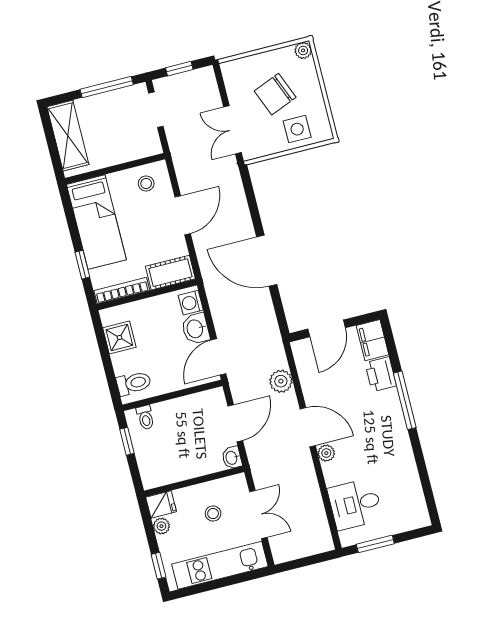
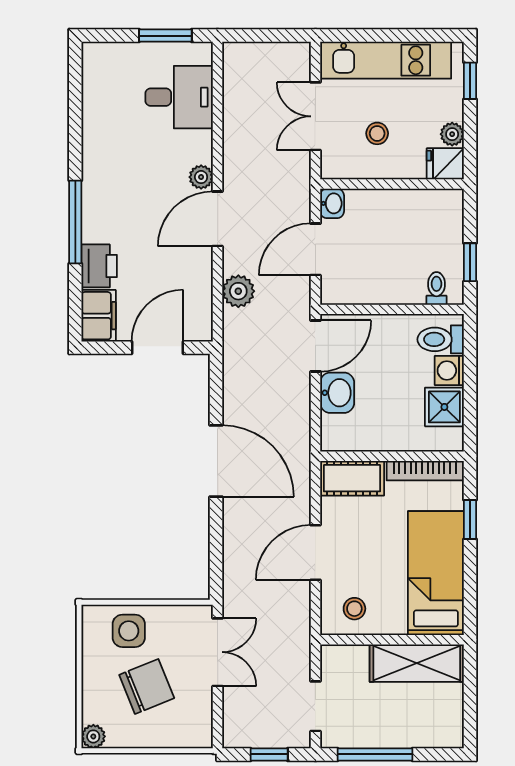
shelving: (68, 136) -> (417, 663), moved, turned 90
washing machine: (191, 303) -> (449, 371), moved, turned 180
door: (308, 427) -> (218, 219), hinge flipped

